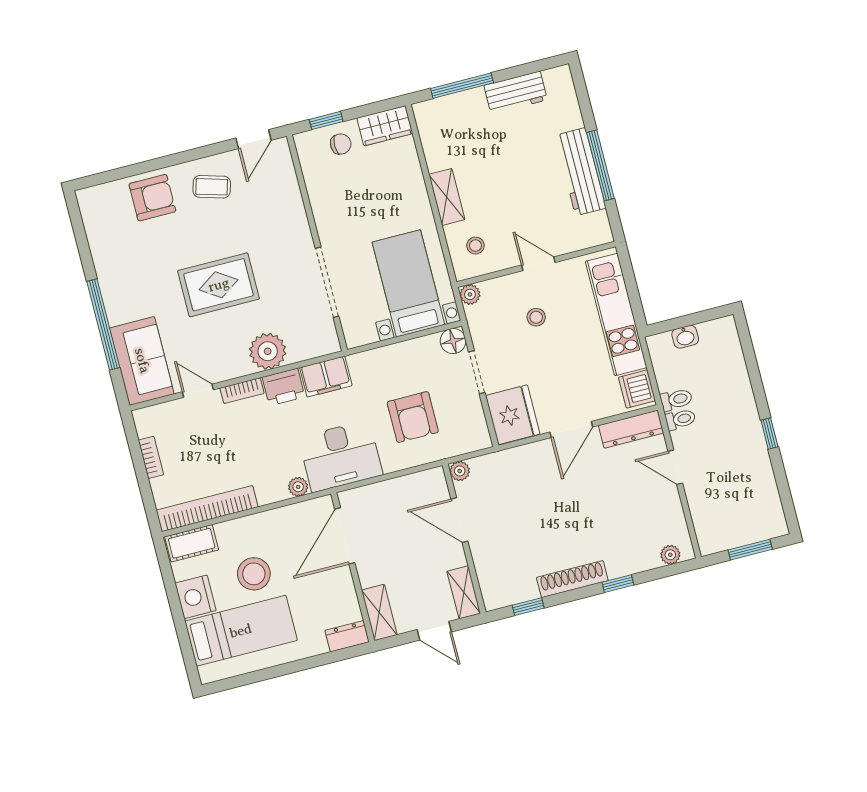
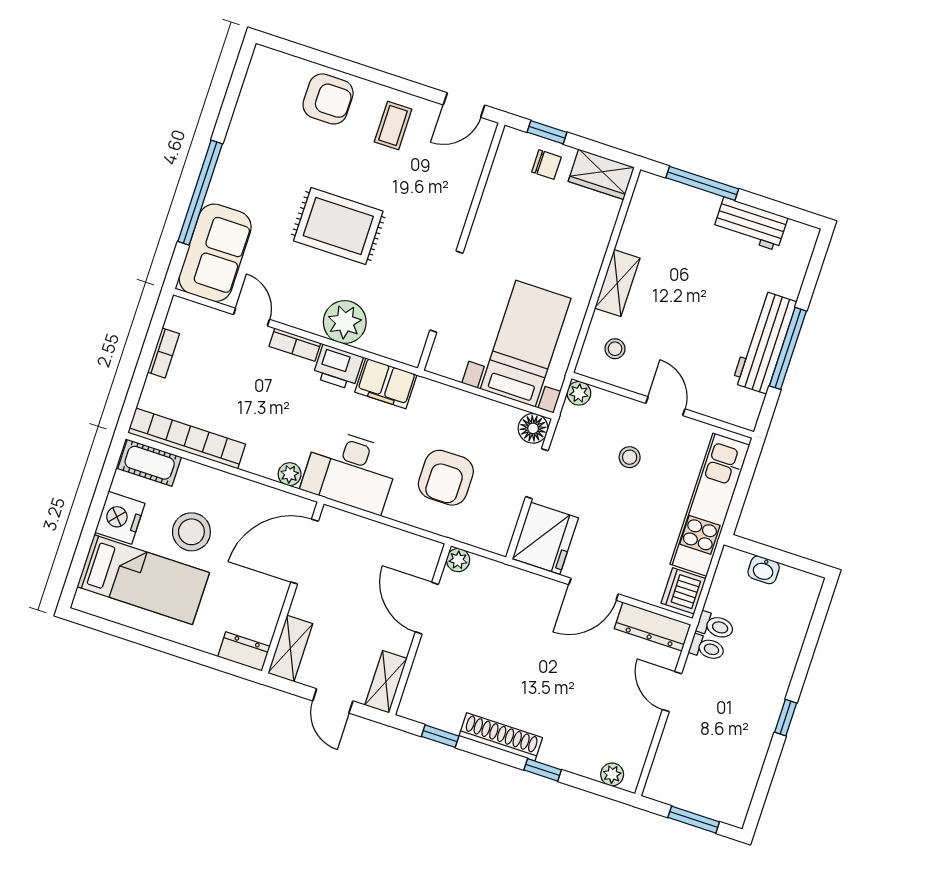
coffee table: (212, 187) -> (393, 126), turned 74

